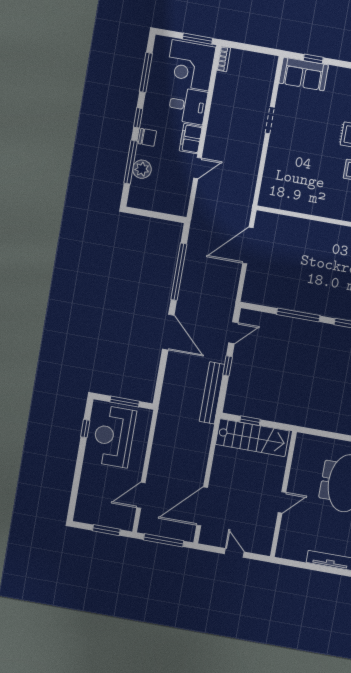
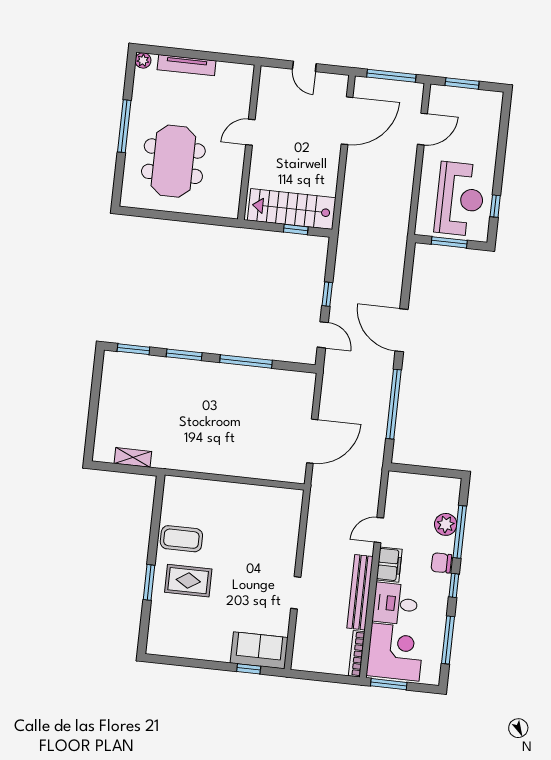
bookcase: (224, 59) -> (357, 654), width x1.56
door: (233, 333) -> (323, 335), swing flipped
bench: (212, 393) -> (360, 592), moved

